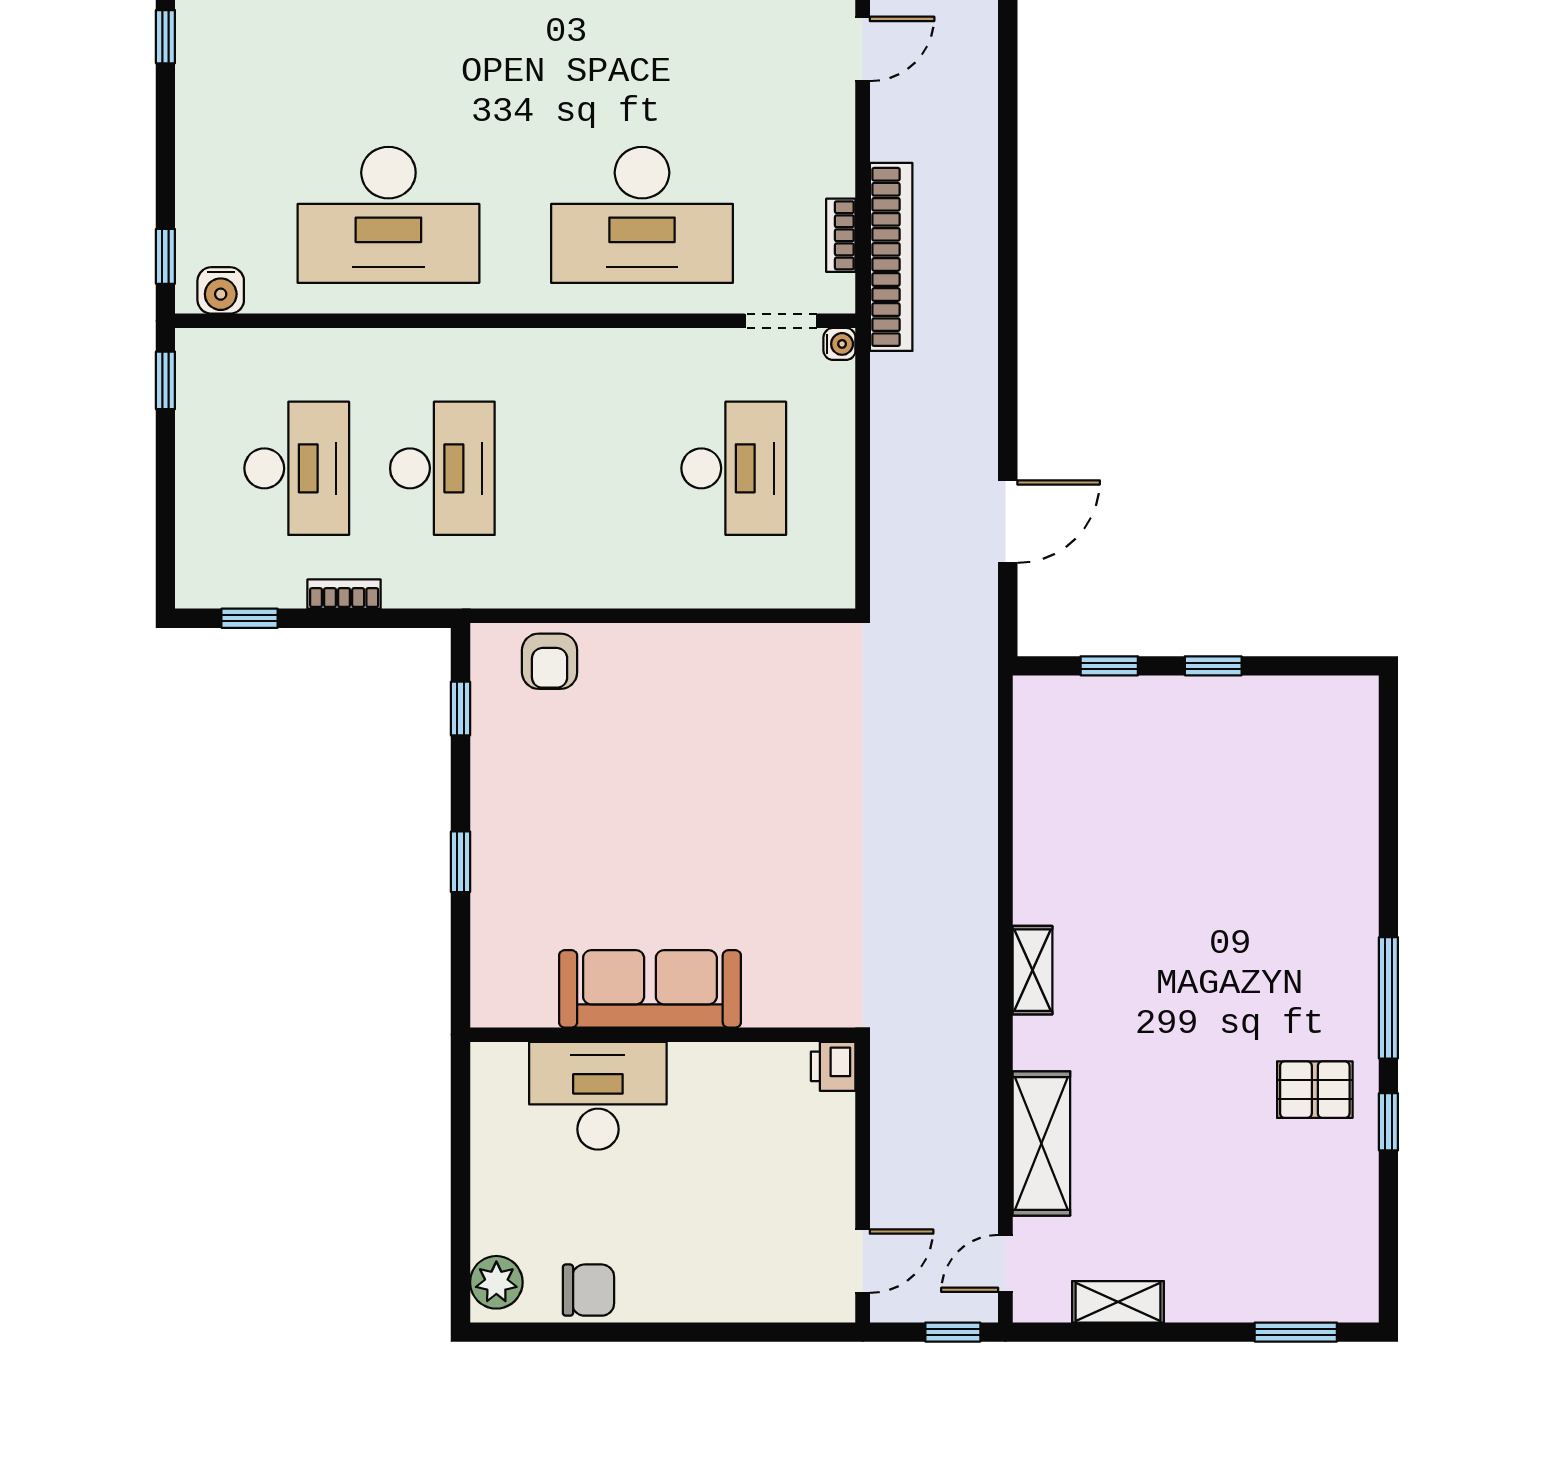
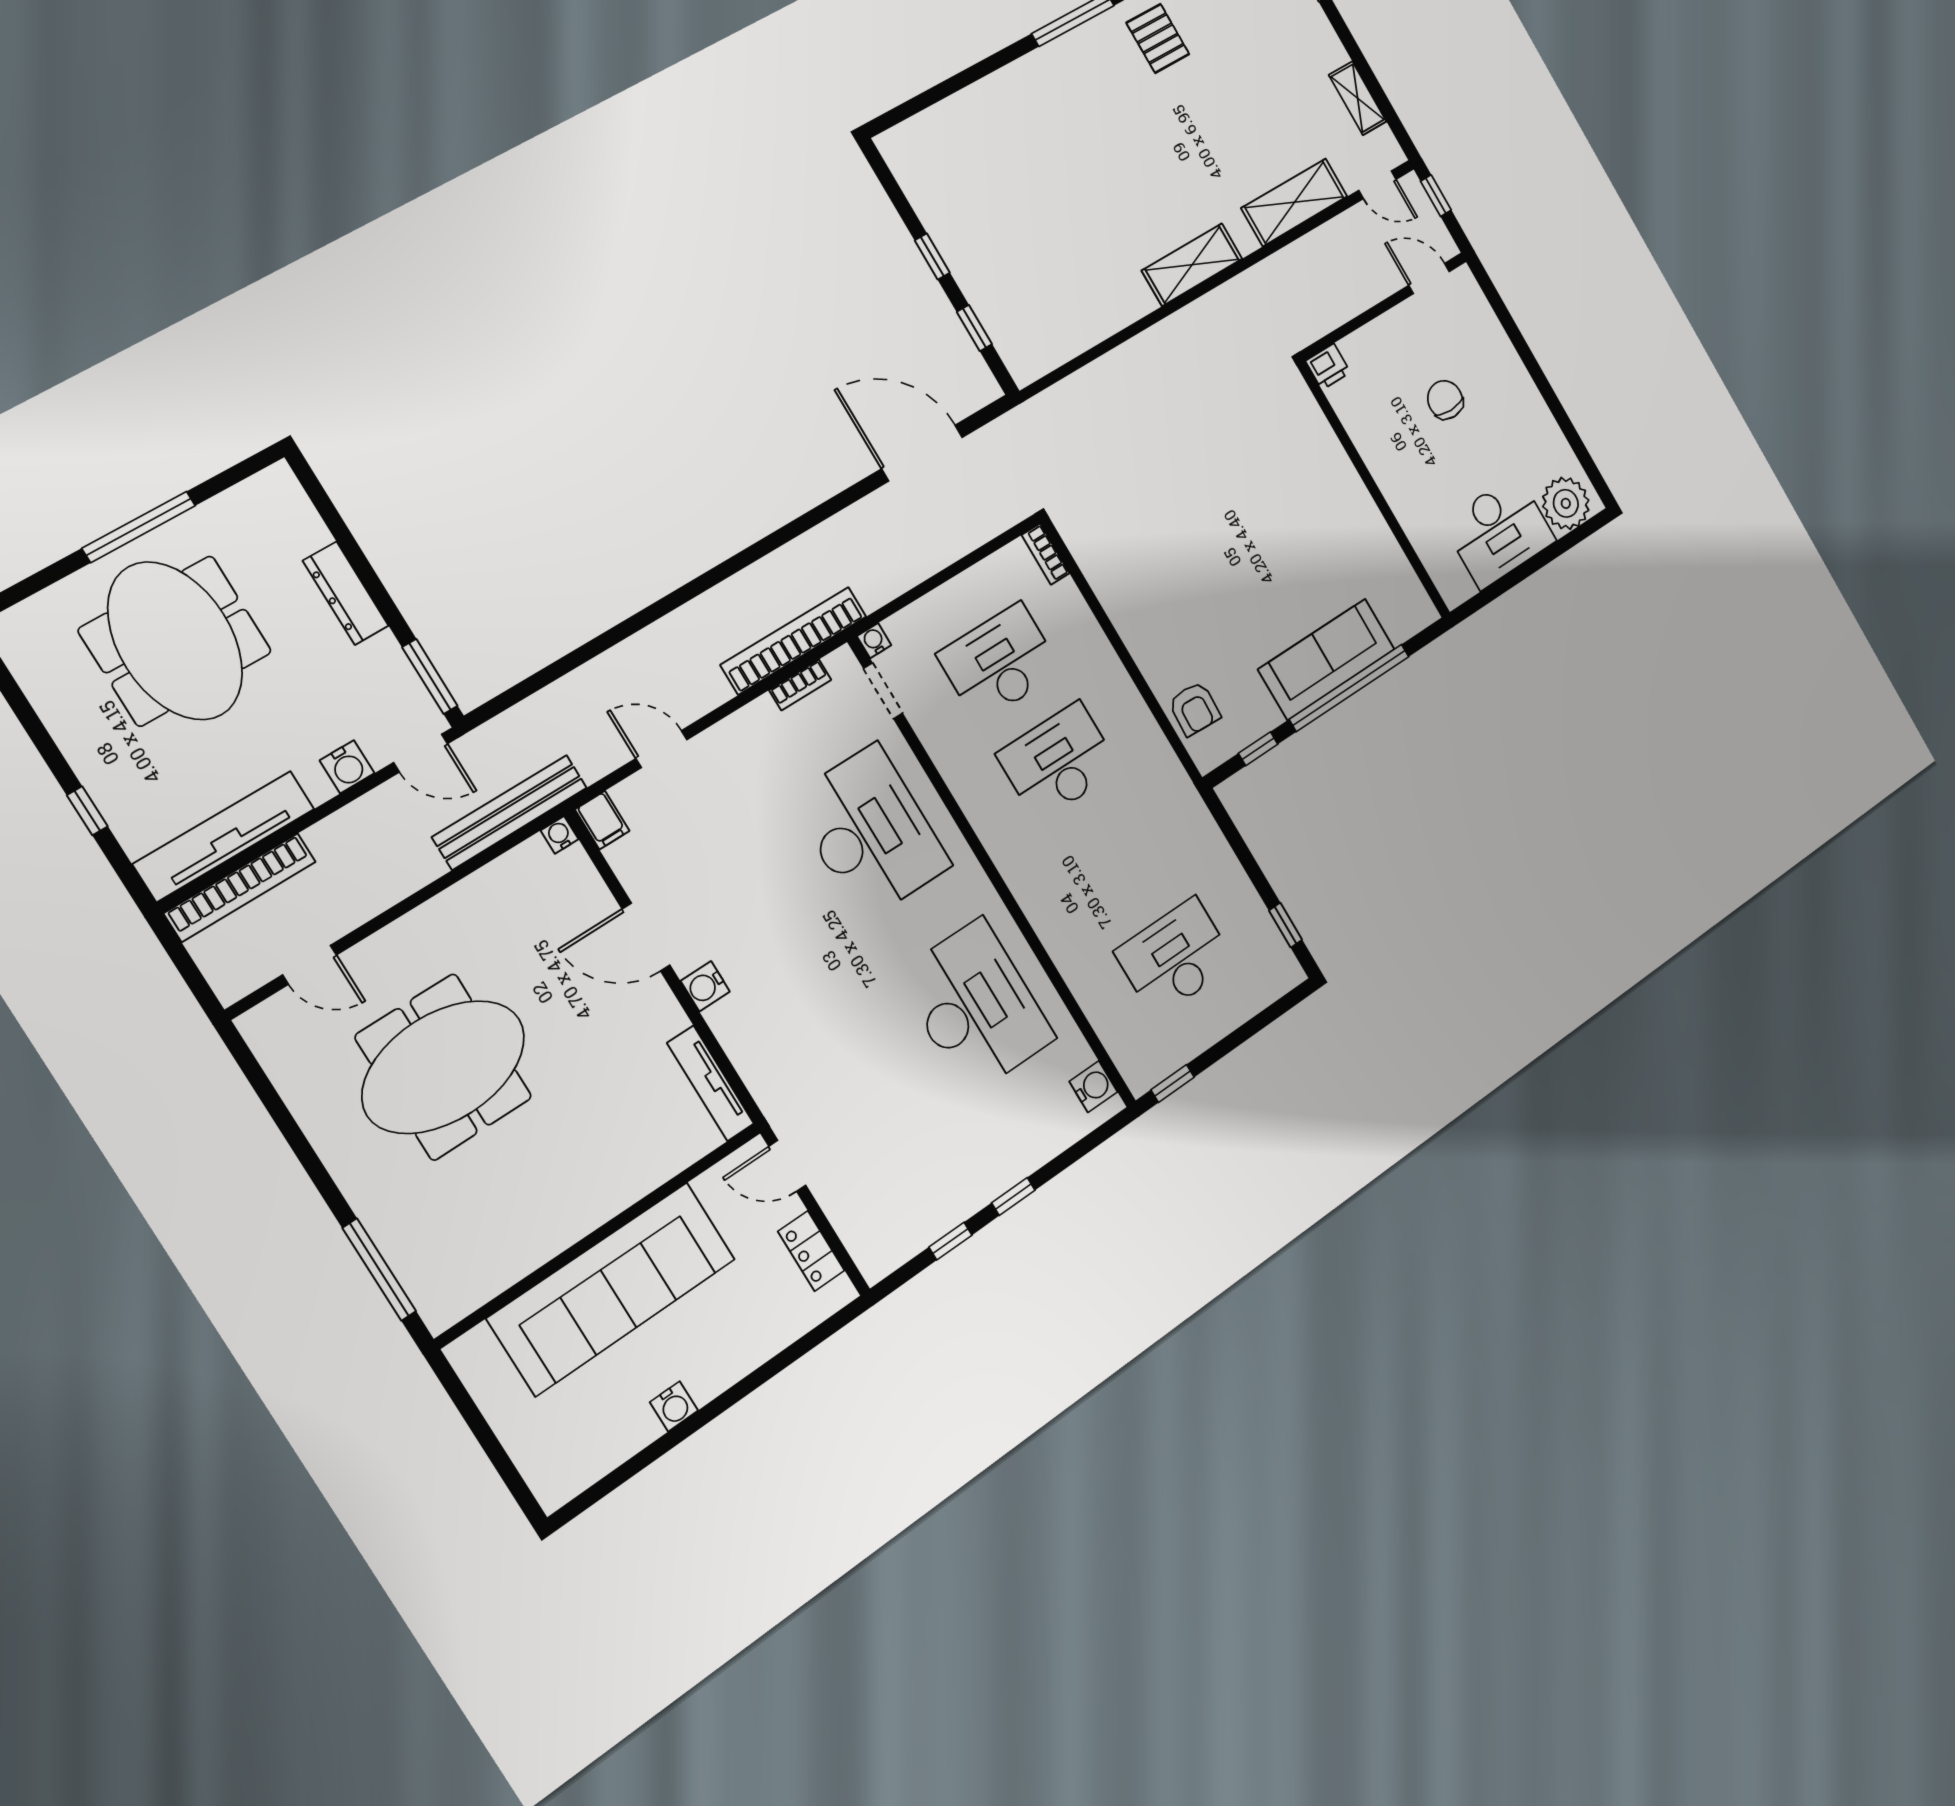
window: (165, 256) -> (1013, 1196), moved
desk: (442, 468) -> (1058, 762), moved
door: (1008, 522) -> (922, 453), width x1.36
bookcase: (344, 594) -> (1046, 554), moved
armchair: (550, 661) -> (1195, 709), turned 93
window: (460, 862) -> (1349, 688), width x3.17
shelving: (1032, 970) -> (1192, 265), width x1.50, depth x1.33
sofa: (650, 989) -> (1327, 659), moved, turned 90
desk: (598, 1096) -> (1499, 531), moved, turned -90
plant: (496, 1282) -> (1566, 503), width x1.36, depth x1.36
chair: (588, 1290) -> (1445, 400), moved

